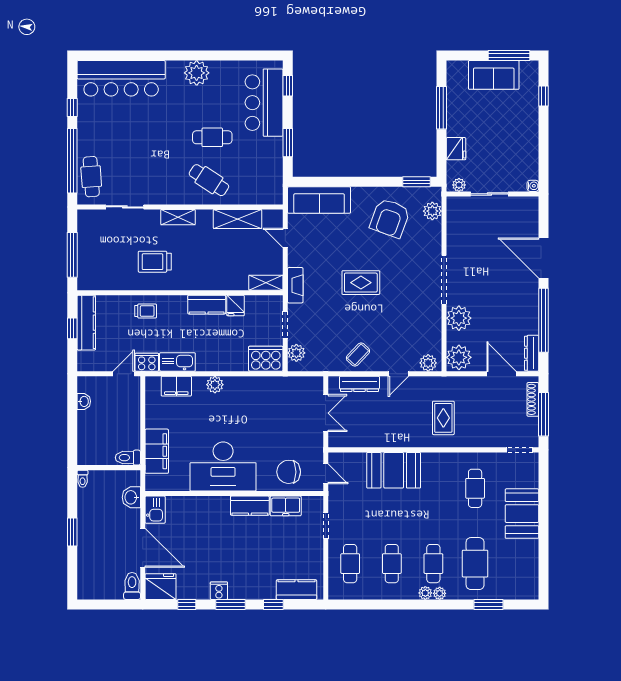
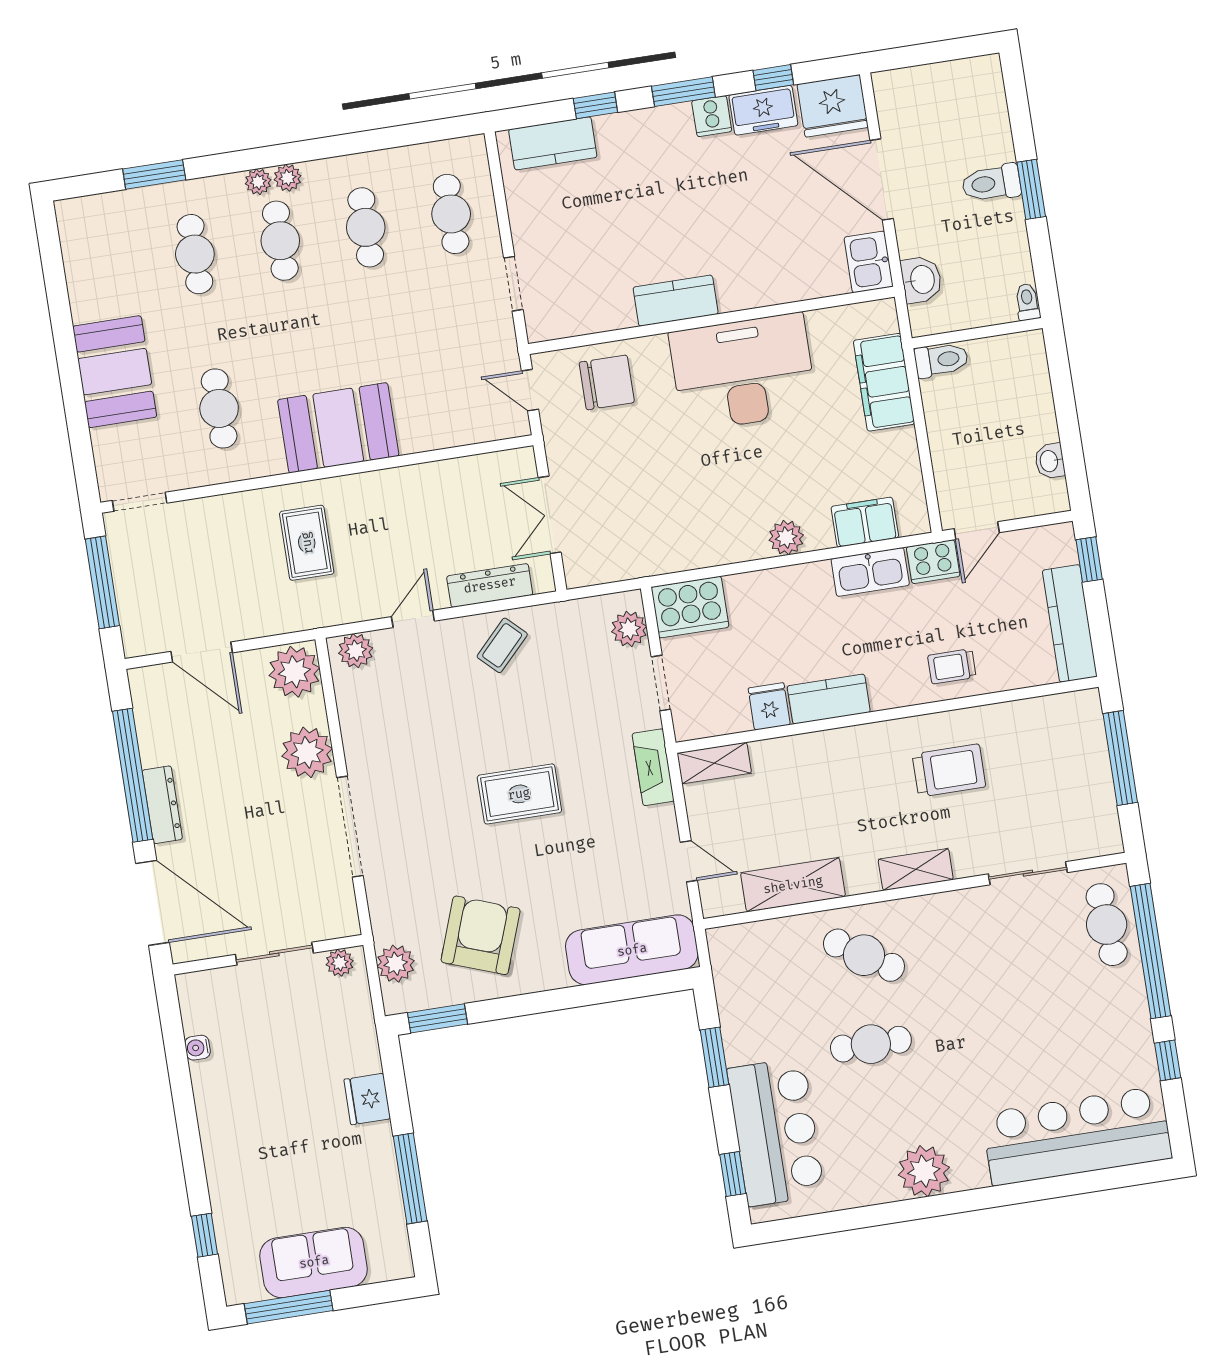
plant: (459, 185) -> (340, 963), moved
sliding door: (489, 194) -> (274, 954), moved
wall: (493, 194) -> (268, 955), moved
window: (72, 328) -> (1089, 559), moved
dresser: (532, 353) -> (162, 805), moved
shoe rack: (533, 399) -> (129, 609), removed
booth: (394, 470) -> (338, 428), moved
freezer: (286, 506) -> (763, 110), moved, turned 180
cafe table: (475, 564) -> (195, 254), width x0.73, depth x0.74
toilet: (132, 586) -> (991, 183), moved, turned 90

